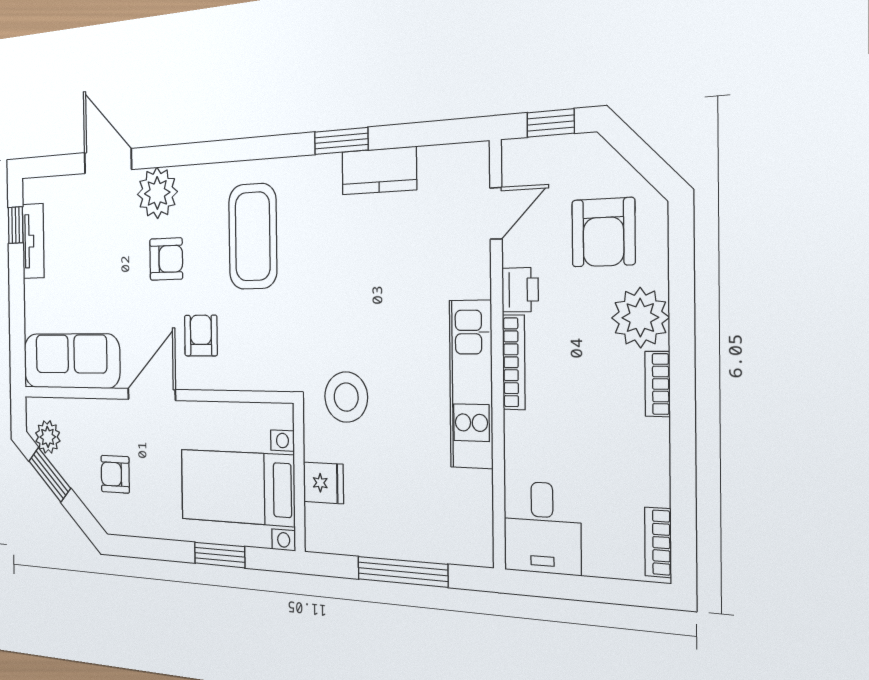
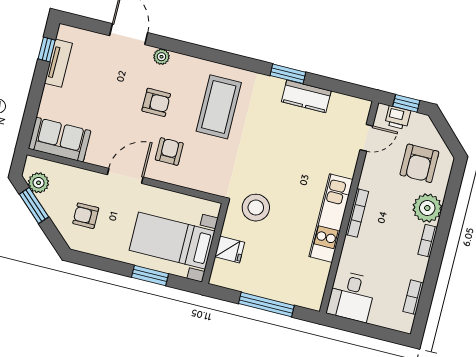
plant: (157, 193) -> (161, 57), width x0.53, depth x0.53
printer: (520, 290) -> (398, 118), moved, turned 90
sofa: (71, 361) -> (60, 140), width x0.73
bookcase: (658, 542) -> (413, 297), moved

